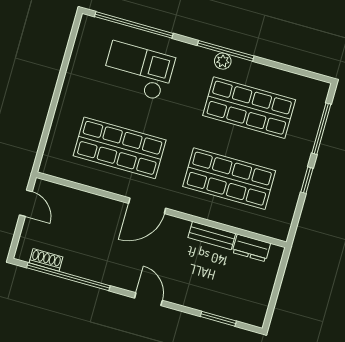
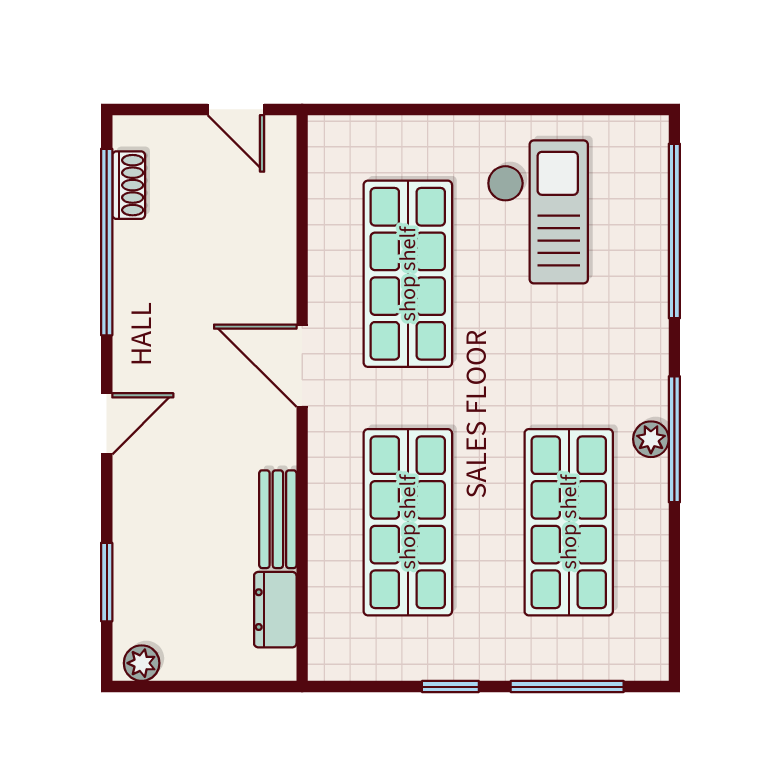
checkout: (138, 71) -> (538, 212), moved
door: (26, 203) -> (236, 109), hinge flipped
plant: (258, 313) -> (142, 663), added

